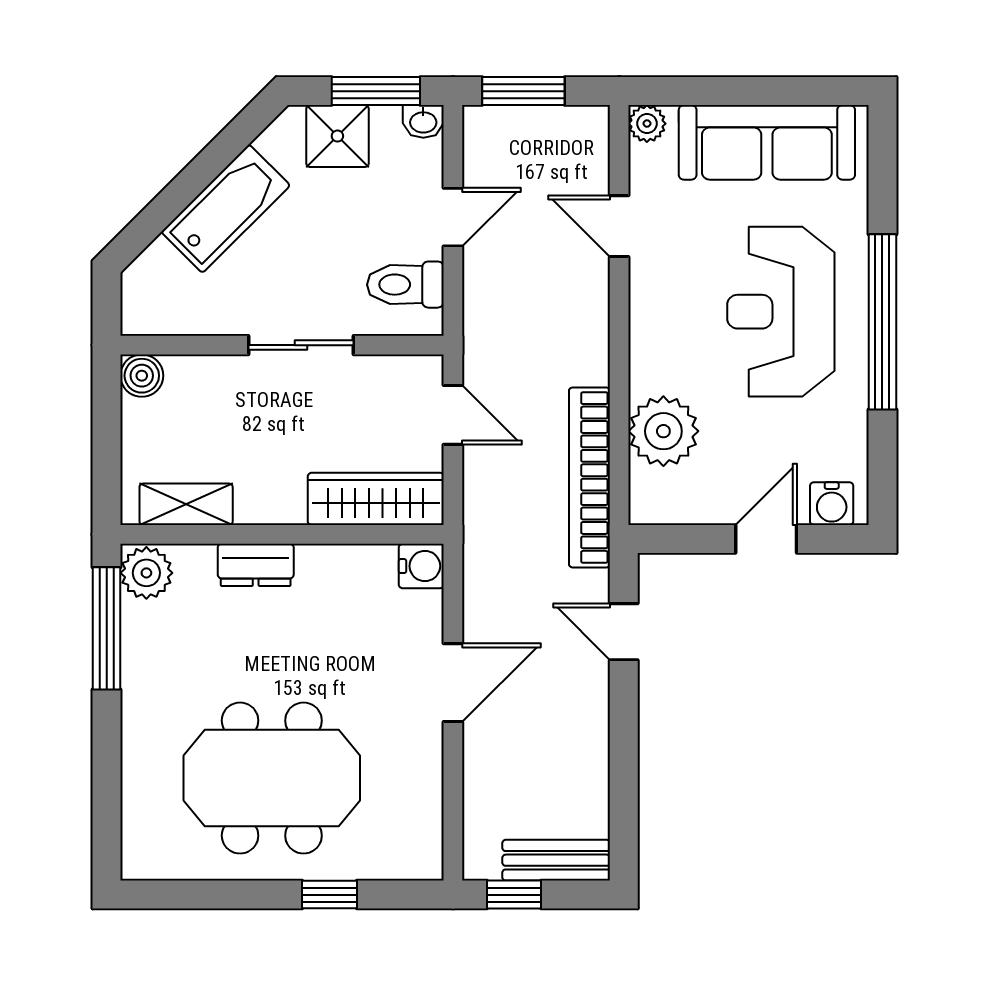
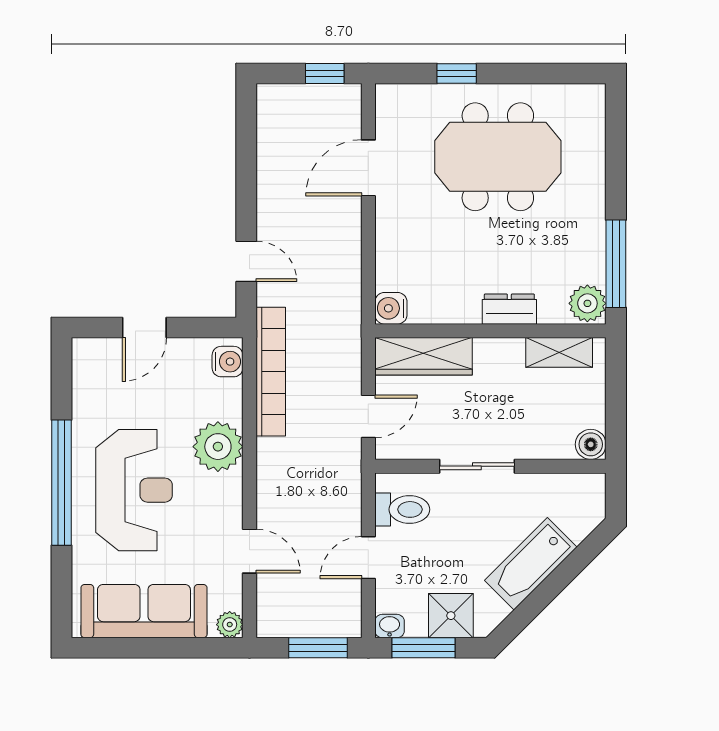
door: (453, 415) -> (368, 416), swing flipped
plant: (663, 431) -> (218, 447), moved
water cooler: (832, 504) -> (228, 362), moved, turned 90
door: (453, 683) -> (368, 168), moved
bench: (556, 860) -> (295, 98), removed

